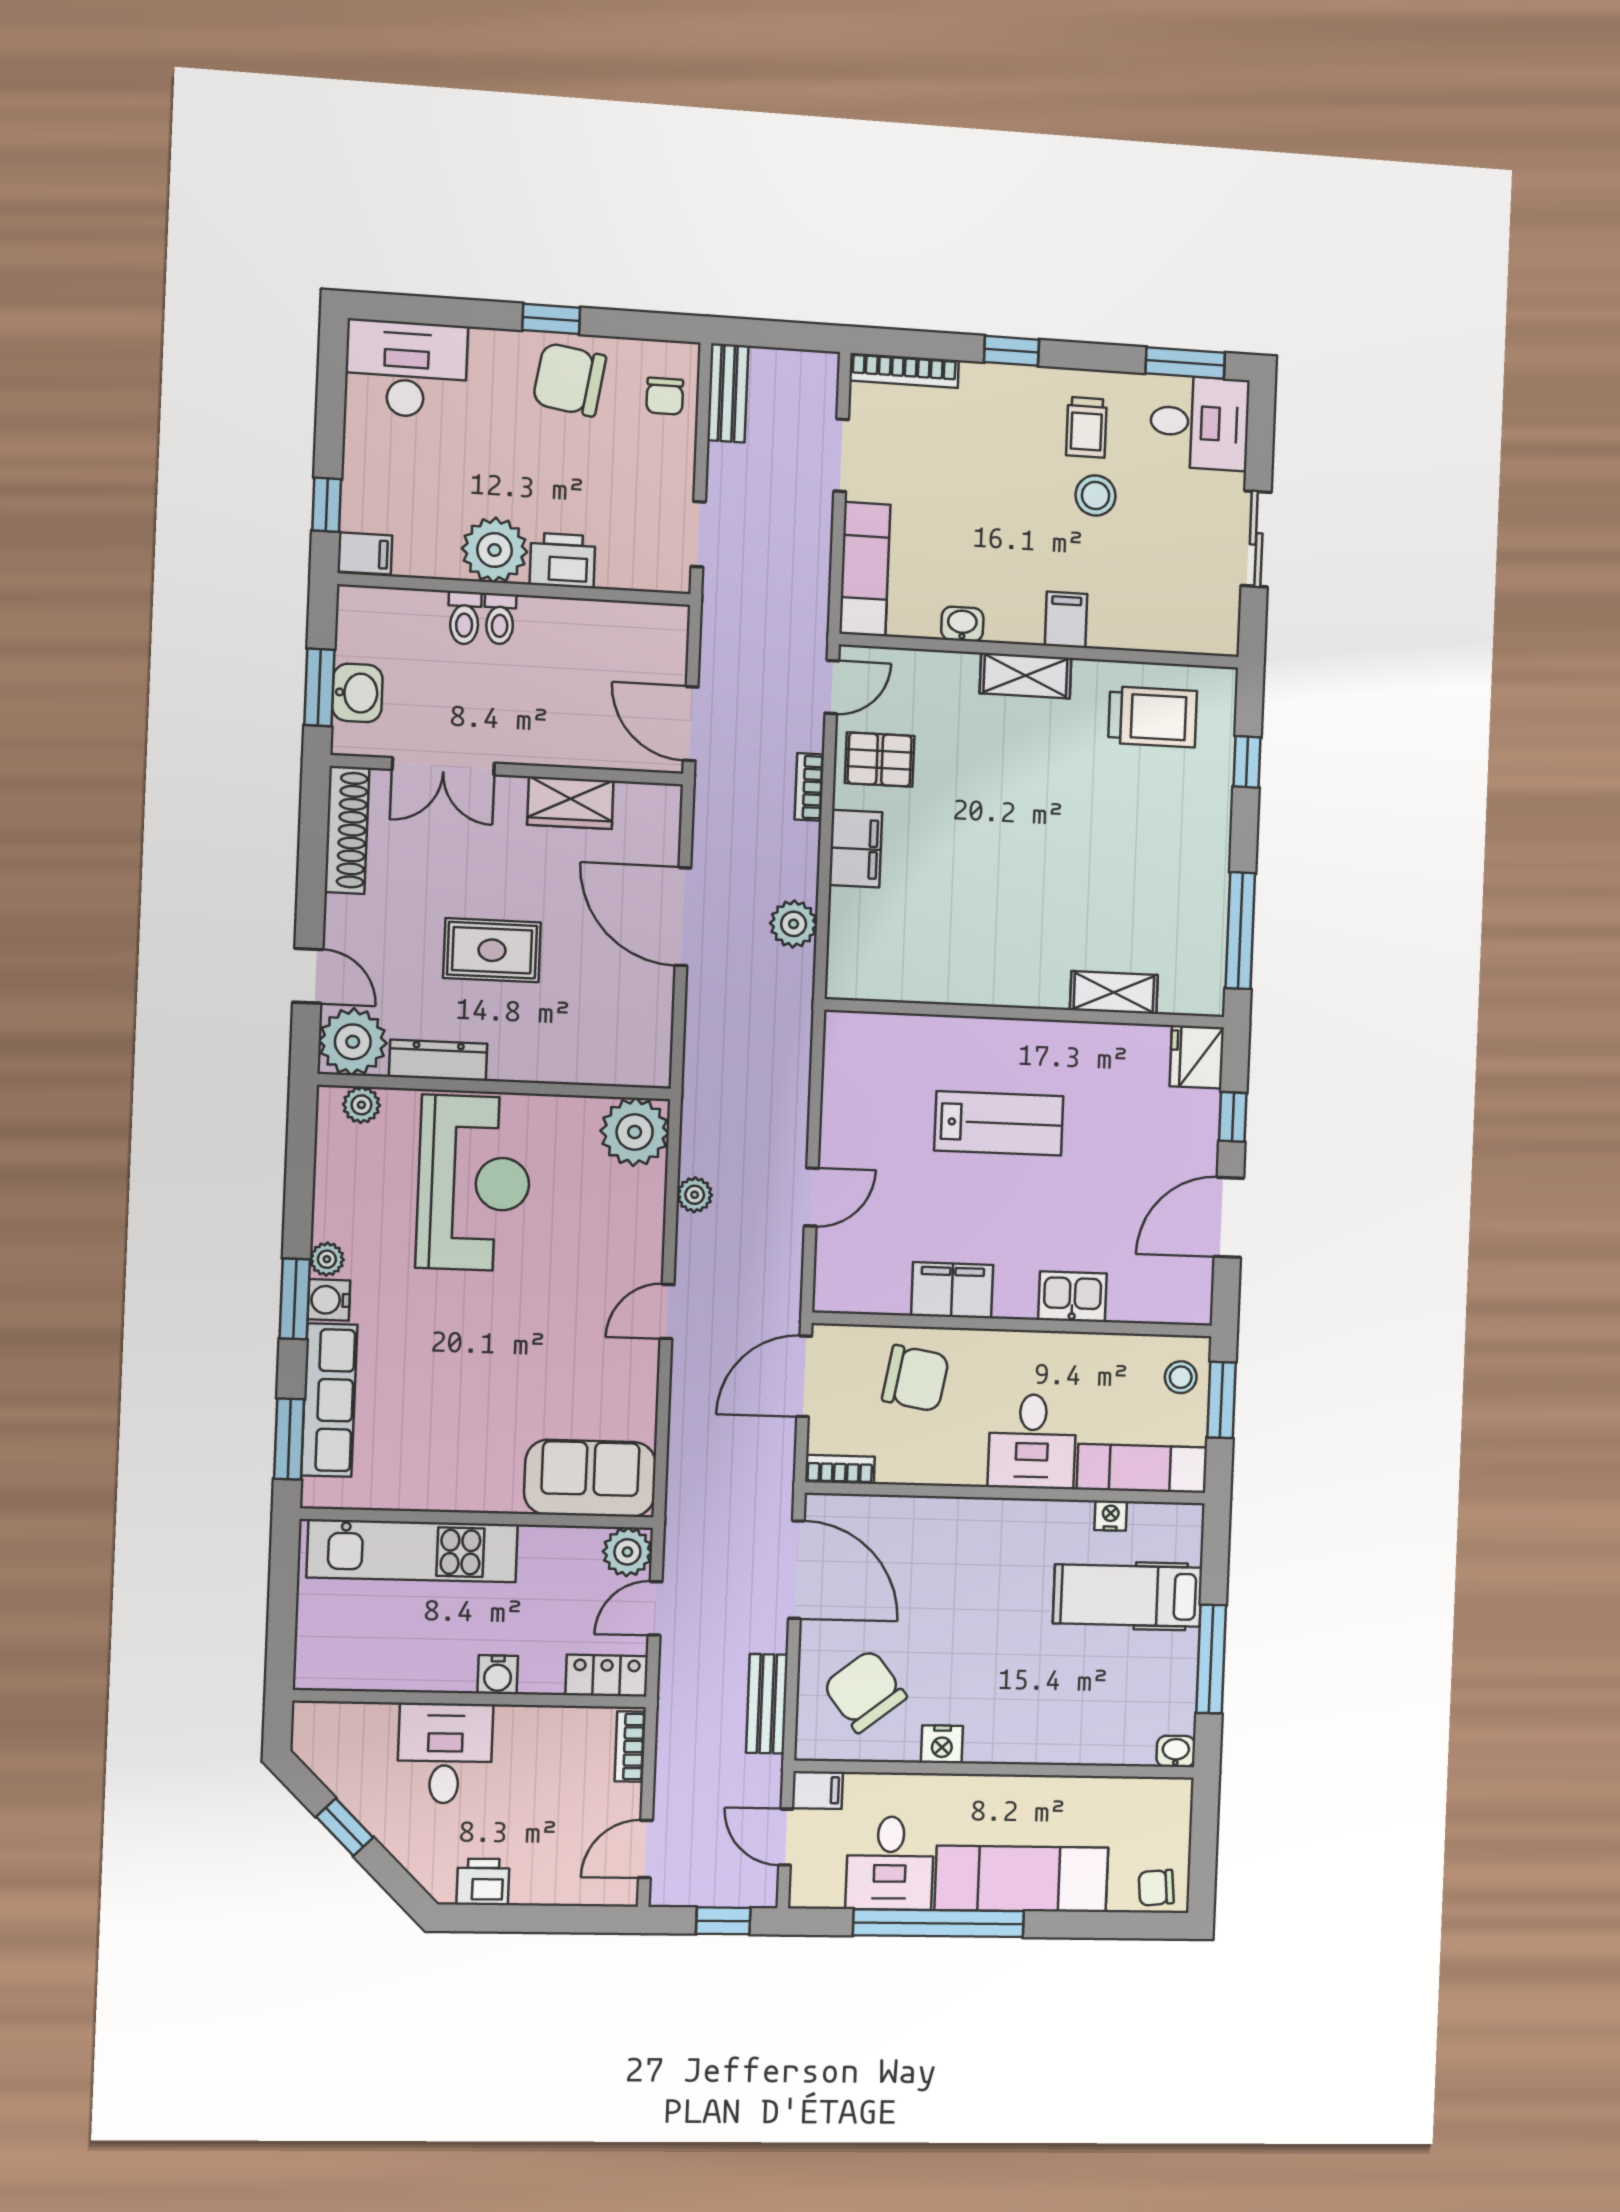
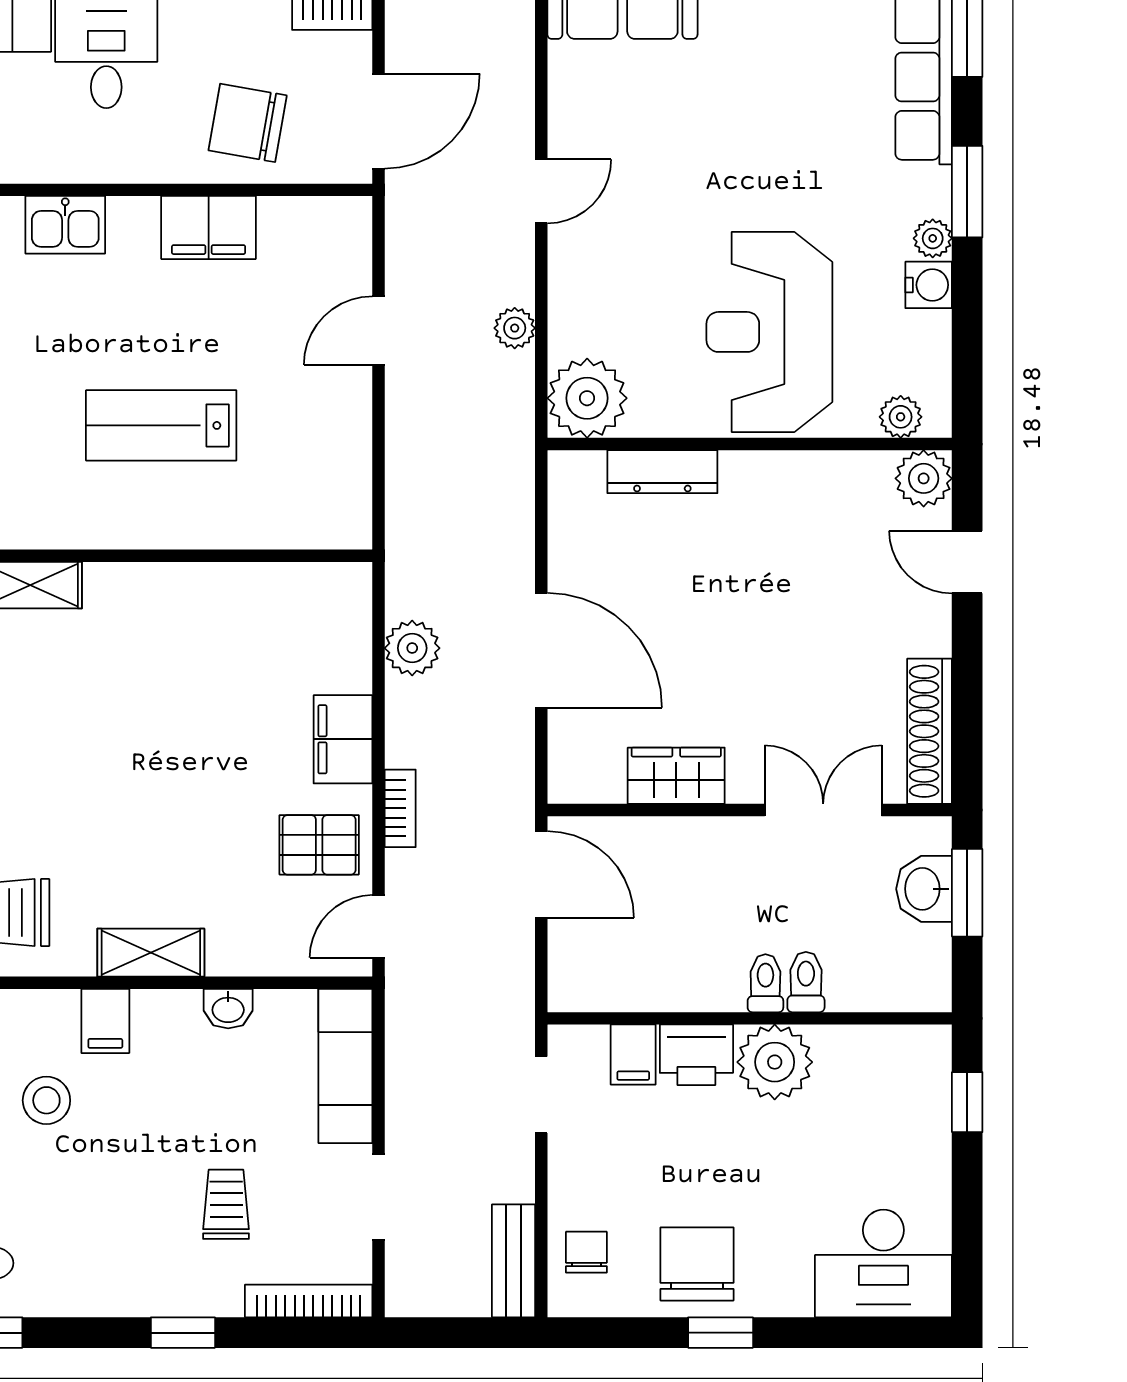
chair: (569, 380) -> (697, 1264), turned -99
trolley: (1086, 427) -> (226, 1204), moved
stool: (1096, 495) -> (46, 1100), moved
filing cabinet: (365, 554) -> (633, 1055), moved, turned -90
rug: (492, 950) -> (759, 601), removed
plant: (353, 1042) -> (924, 478), width x0.73, depth x0.73
dresser: (438, 1060) -> (662, 472), moved
water cooler: (329, 1300) -> (929, 285), moved

